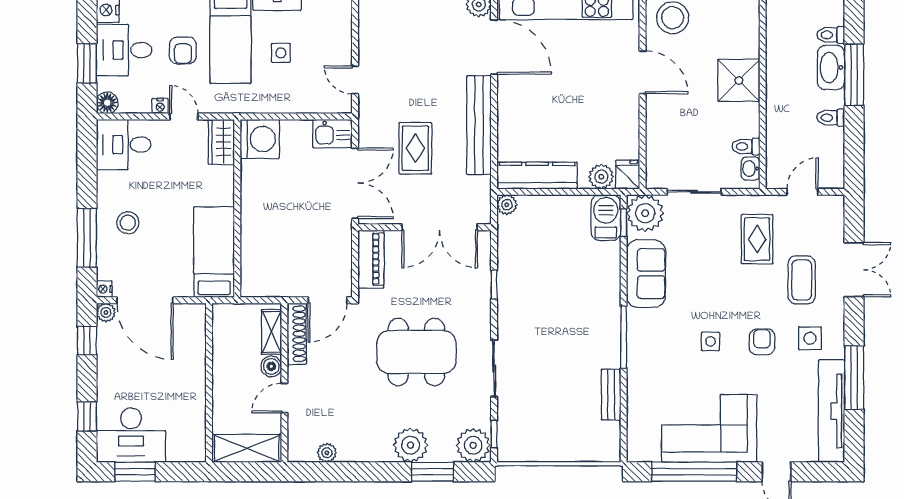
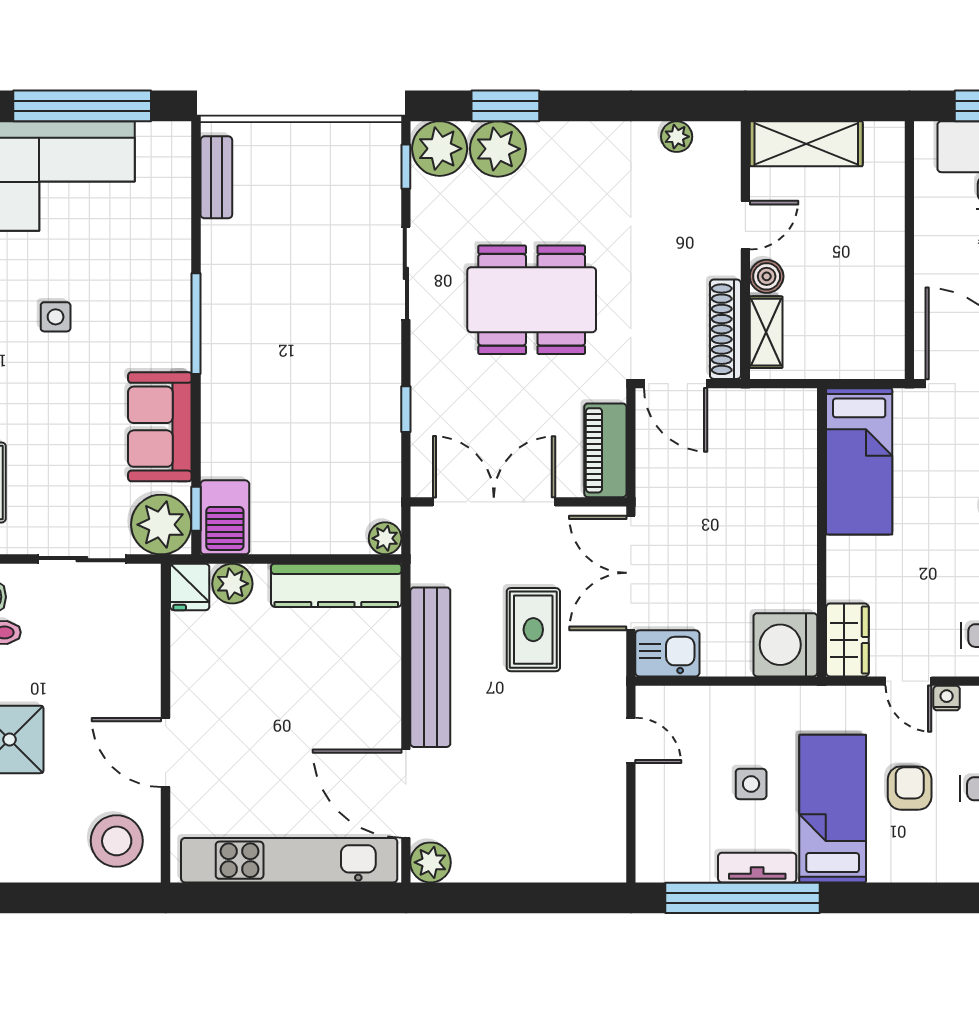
door: (327, 300) -> (676, 384), swing flipped
wall: (209, 383) -> (909, 250), moved
bench: (611, 395) -> (216, 177), moved
plant: (411, 445) -> (498, 149), moved

